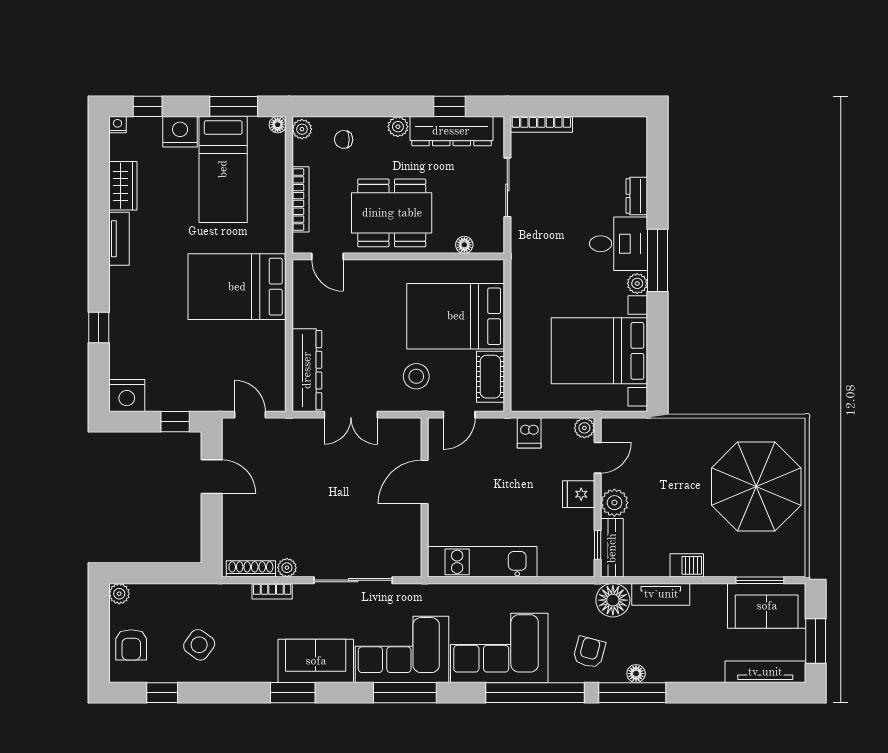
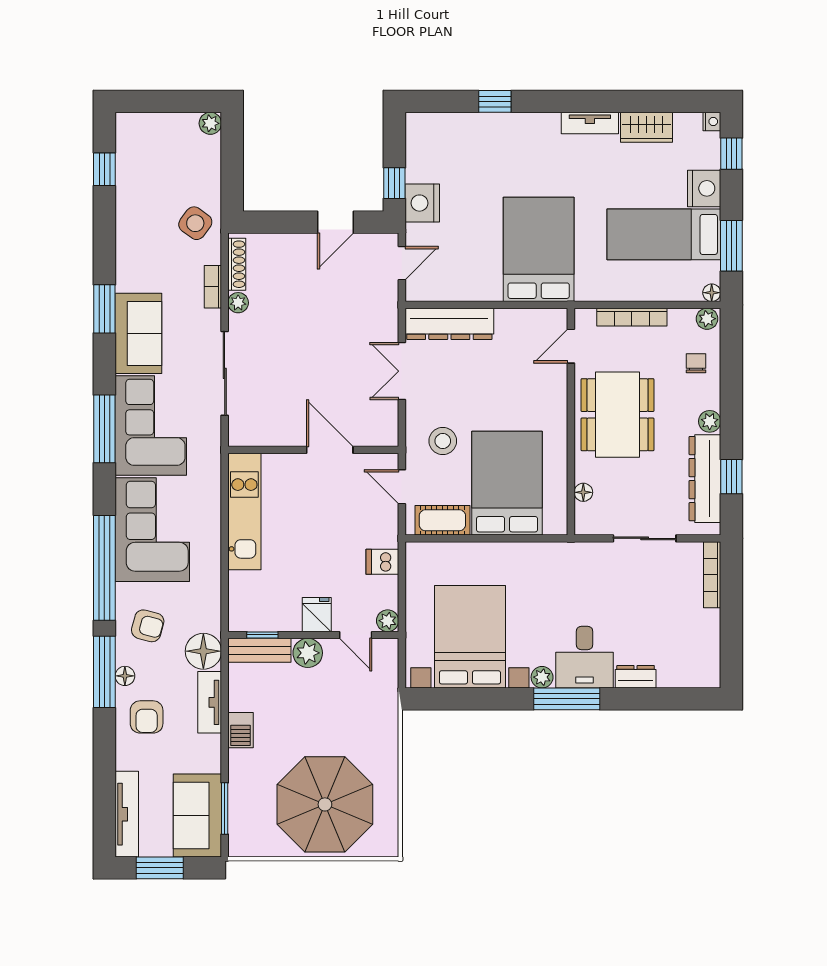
nightstand: (127, 395) -> (422, 203), moved
armchair: (131, 645) -> (147, 717), moved, turned -90
side table: (199, 645) -> (195, 223), moved

